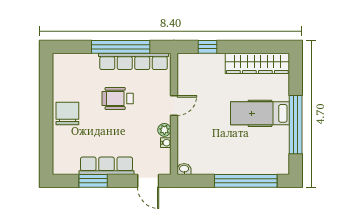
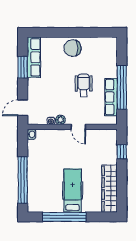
row of seats: (134, 61) -> (111, 97), width x0.73
chair: (67, 114) -> (72, 48), turned 180
row of seats: (106, 166) -> (34, 57), moved

